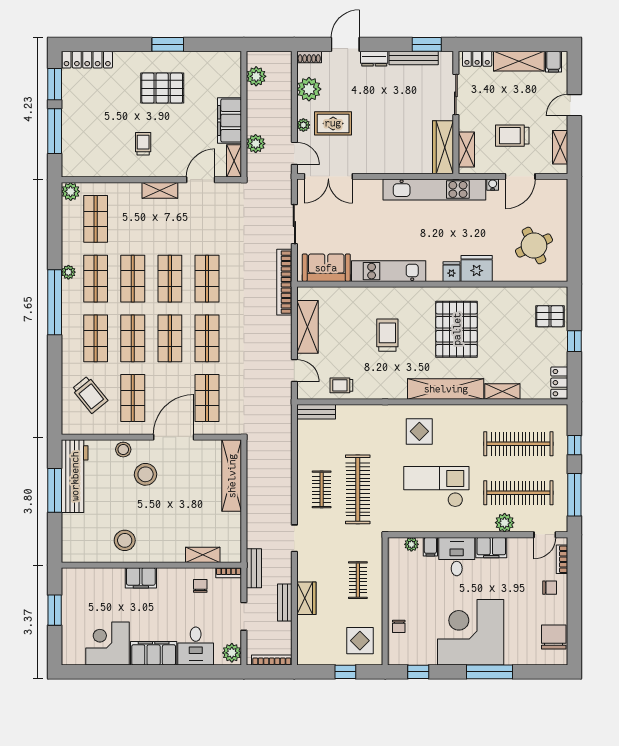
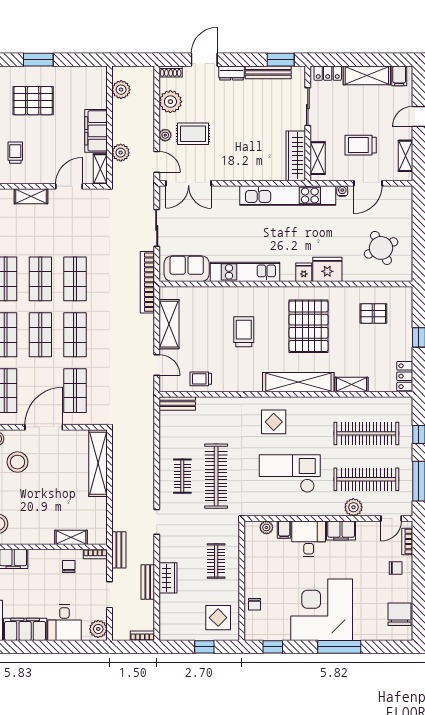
pallet: (550, 316) -> (373, 313), moved
bookcase: (272, 660) -> (142, 636), width x0.64

